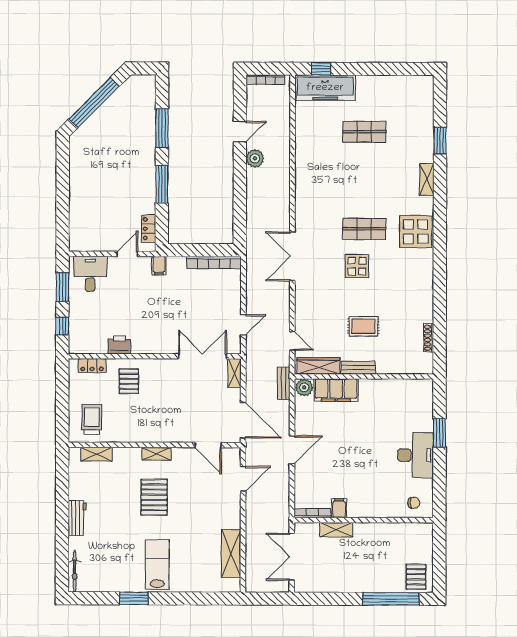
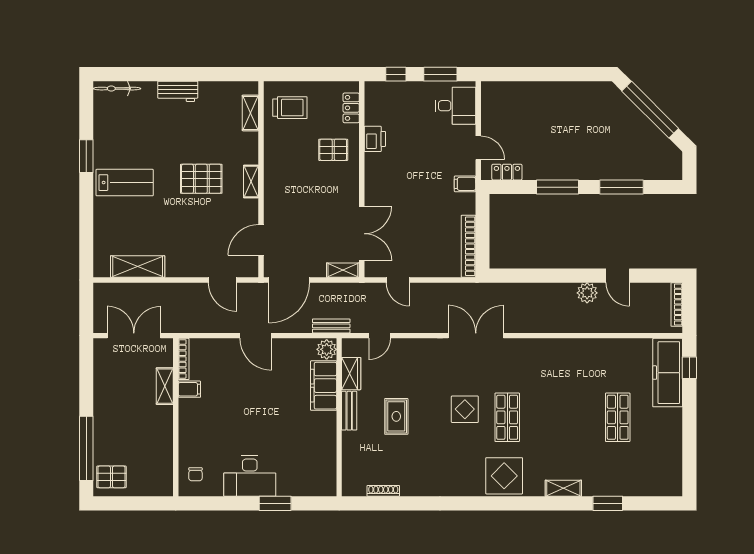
wardrobe: (318, 366) -> (351, 374), width x0.67

